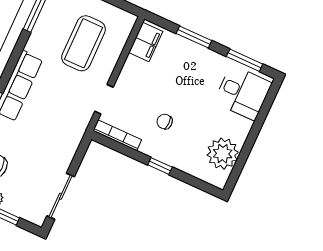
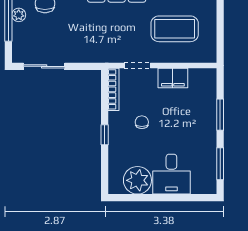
filing cabinet: (146, 42) -> (173, 78), moved
desk: (243, 93) -> (171, 174), moved

